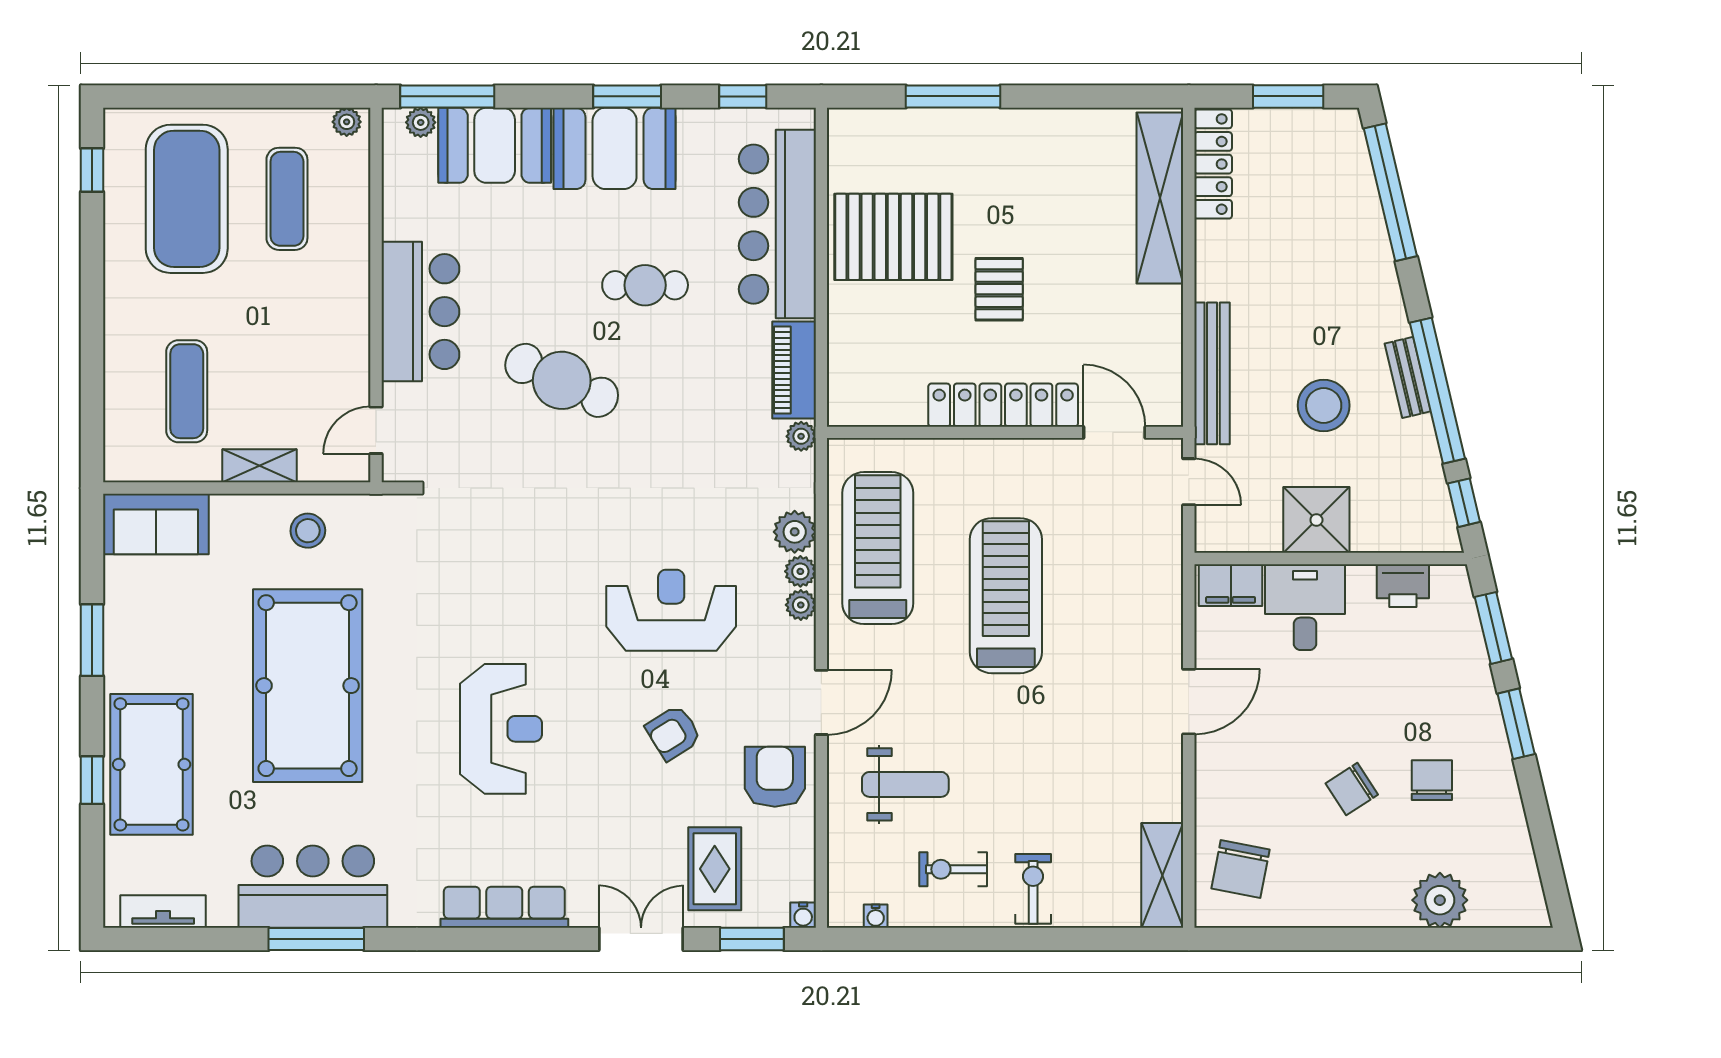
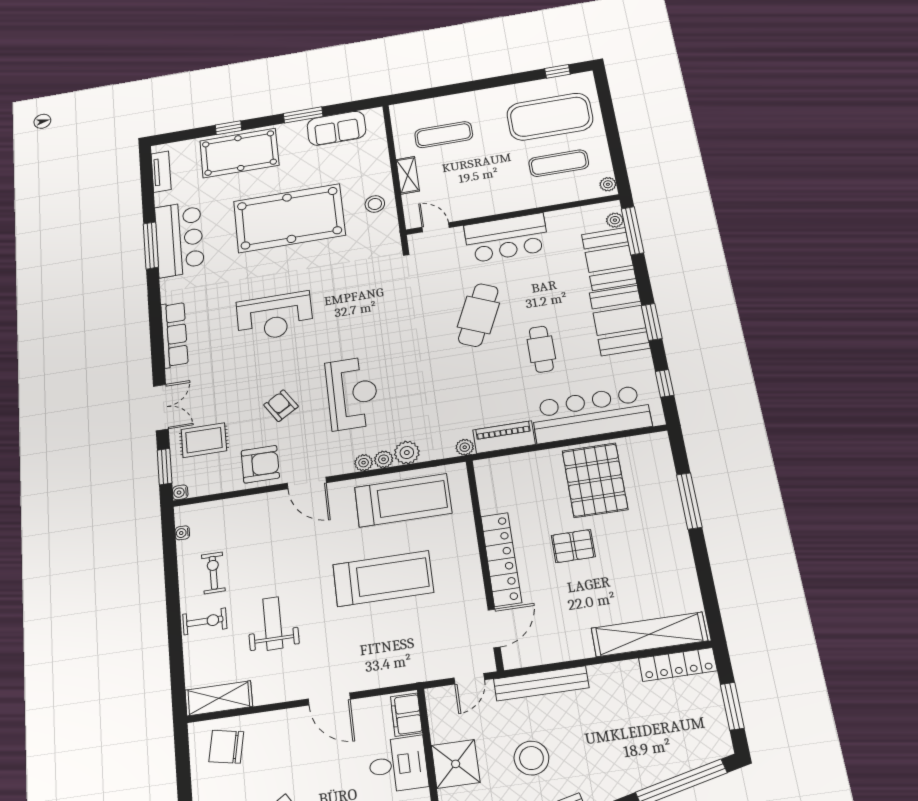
sofa: (156, 524) -> (336, 128), moved, turned -90
weight bench: (905, 784) -> (273, 623), moved, turned 180

